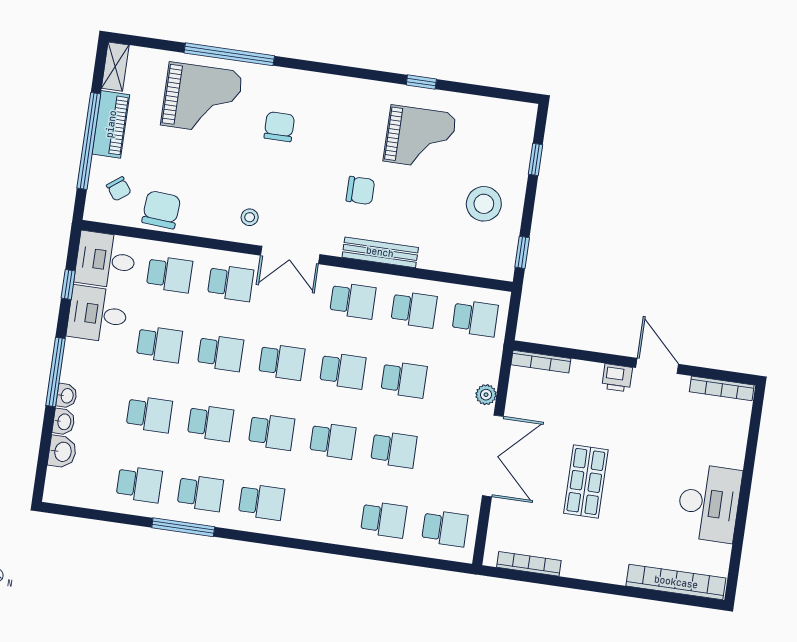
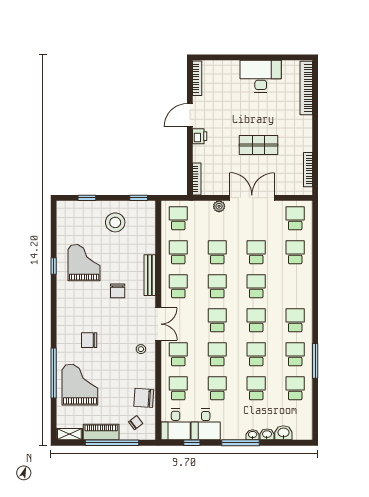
chair: (360, 190) -> (118, 291), turned 180

